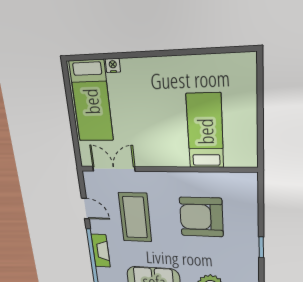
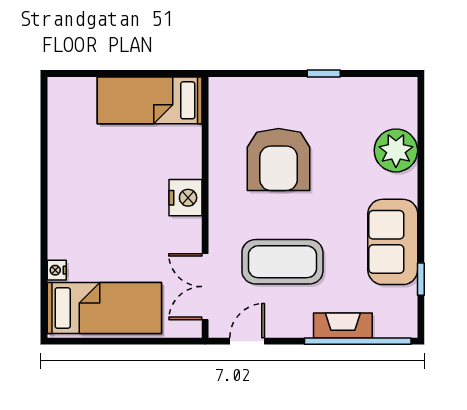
bed: (205, 131) -> (150, 100), moved
nightstand: (171, 156) -> (185, 198), added
door: (85, 209) -> (247, 341), moved

